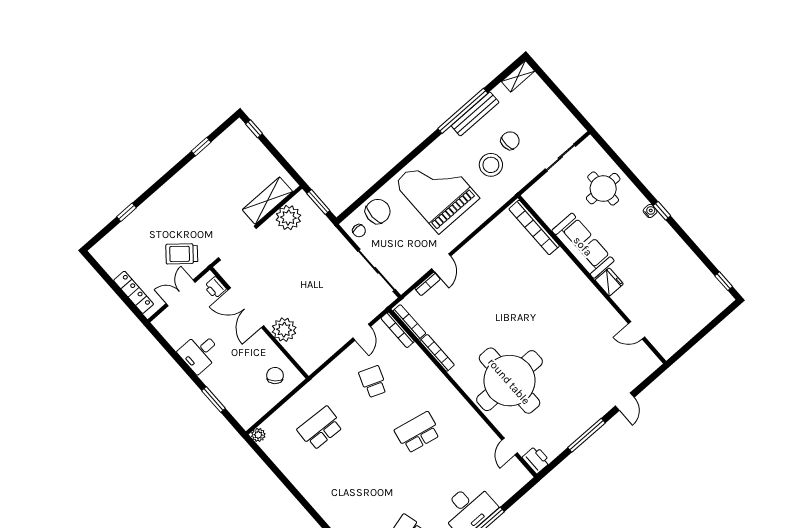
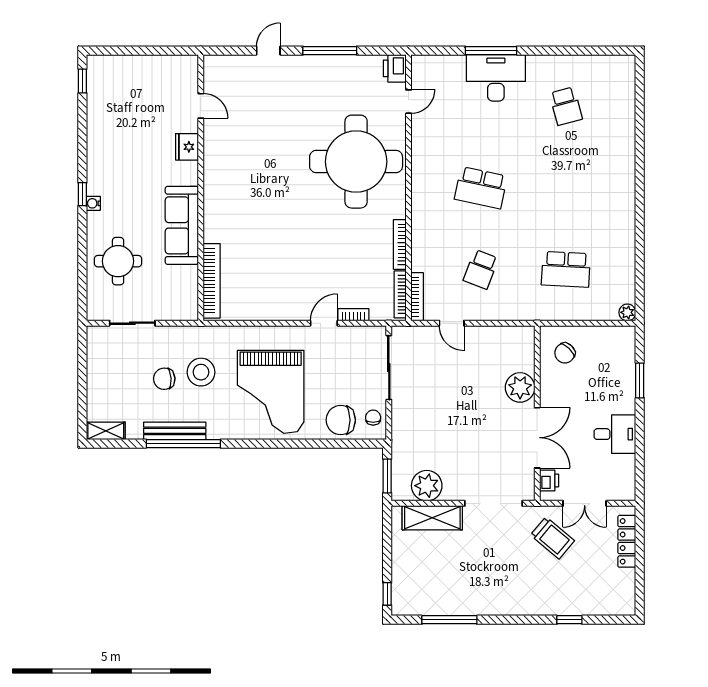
window: (201, 147) -> (449, 620), width x2.17
fridge: (609, 282) -> (187, 147), moved
door: (362, 332) -> (452, 323), swing flipped

